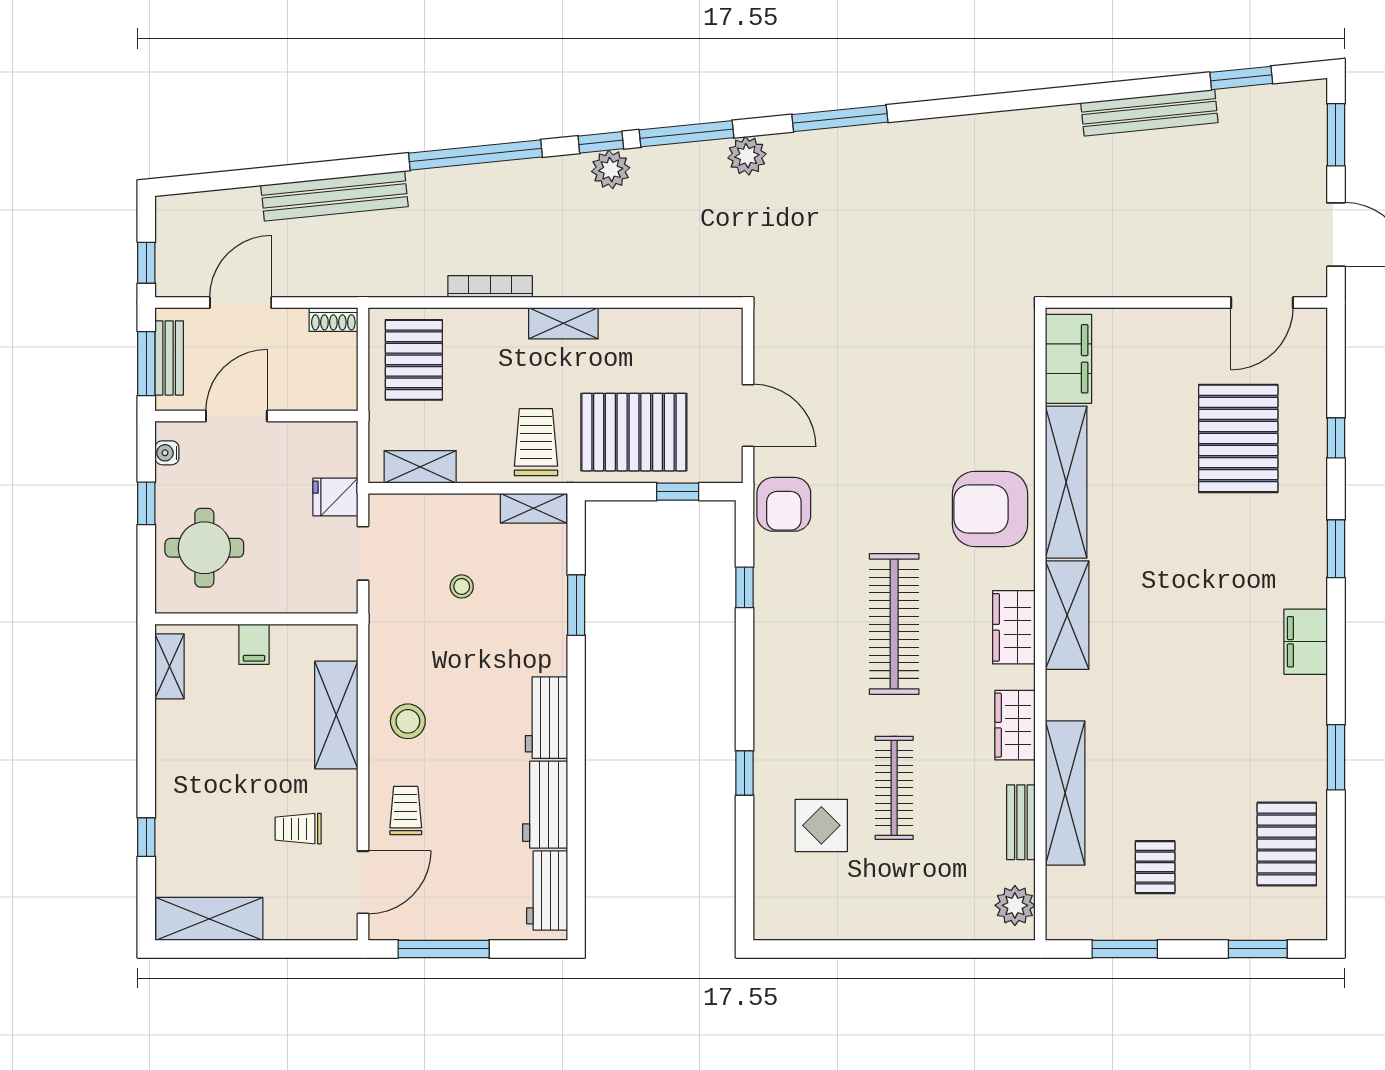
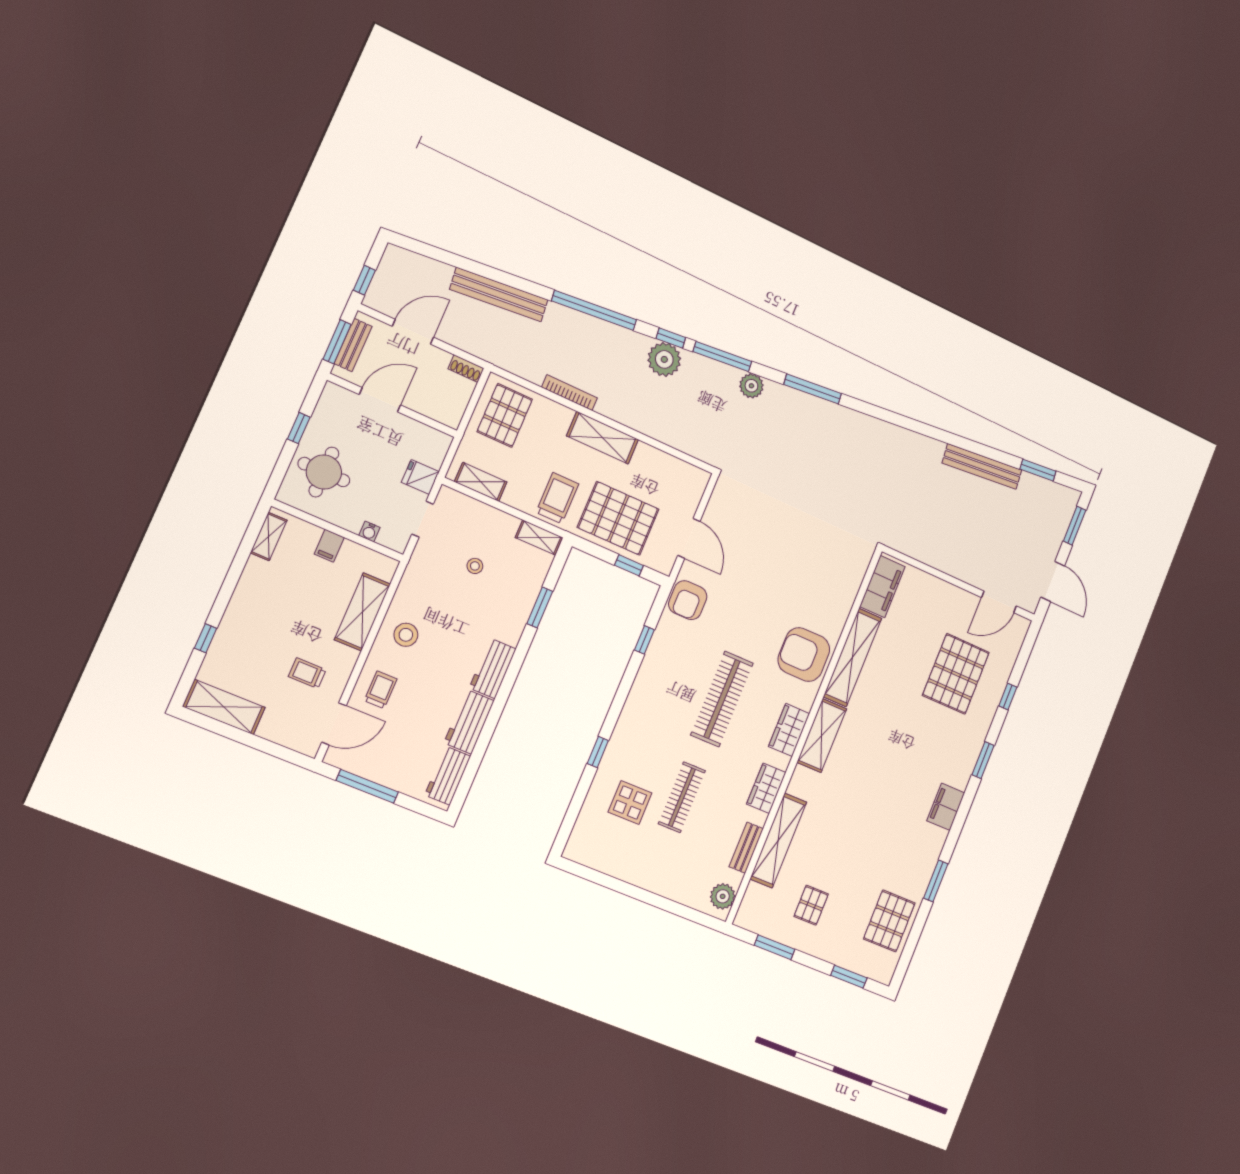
plant: (611, 170) -> (664, 359), width x1.36, depth x1.36
shelving: (563, 323) -> (603, 438), width x1.50, depth x1.33
water cooler: (167, 453) -> (369, 532), moved, turned -90

